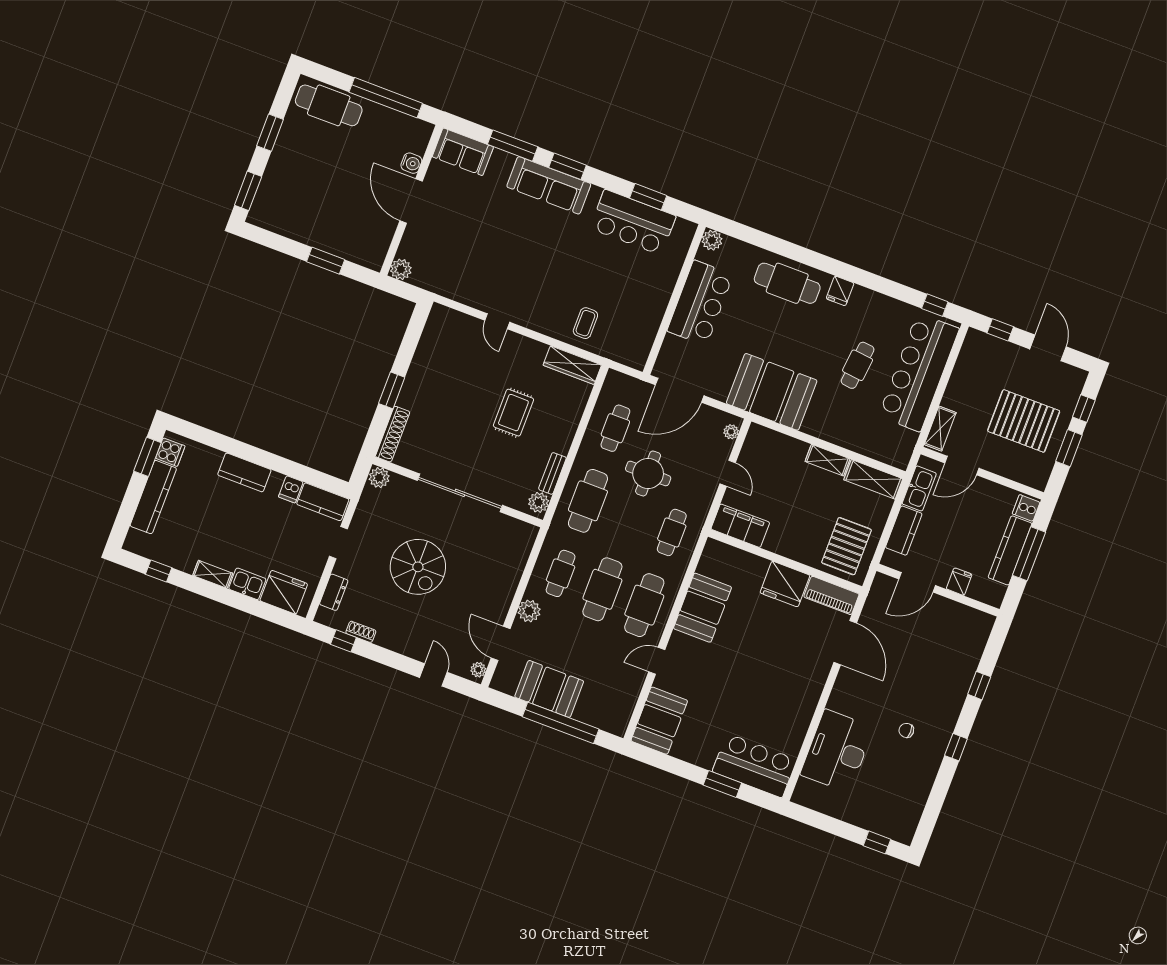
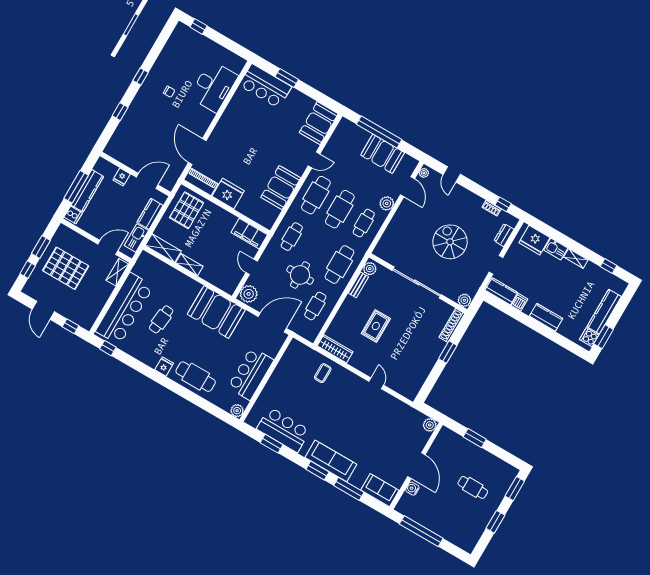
cafe table: (329, 105) -> (473, 487), moved, width x0.73, depth x0.74
plant: (731, 432) -> (249, 294), width x1.87, depth x1.87

